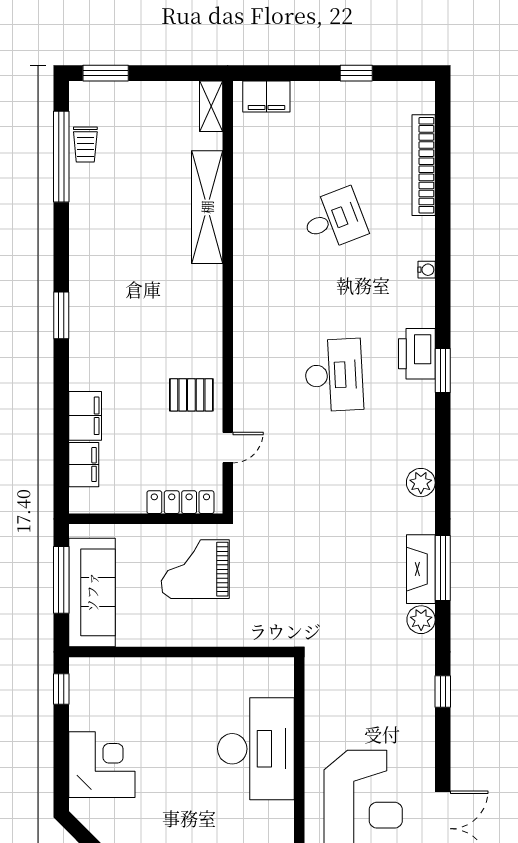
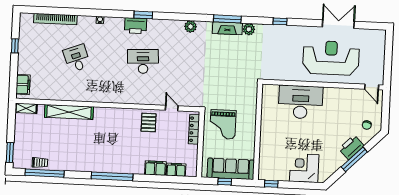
window: (61, 315) -> (112, 176), width x2.11
window: (61, 580) -> (225, 182), width x0.46

